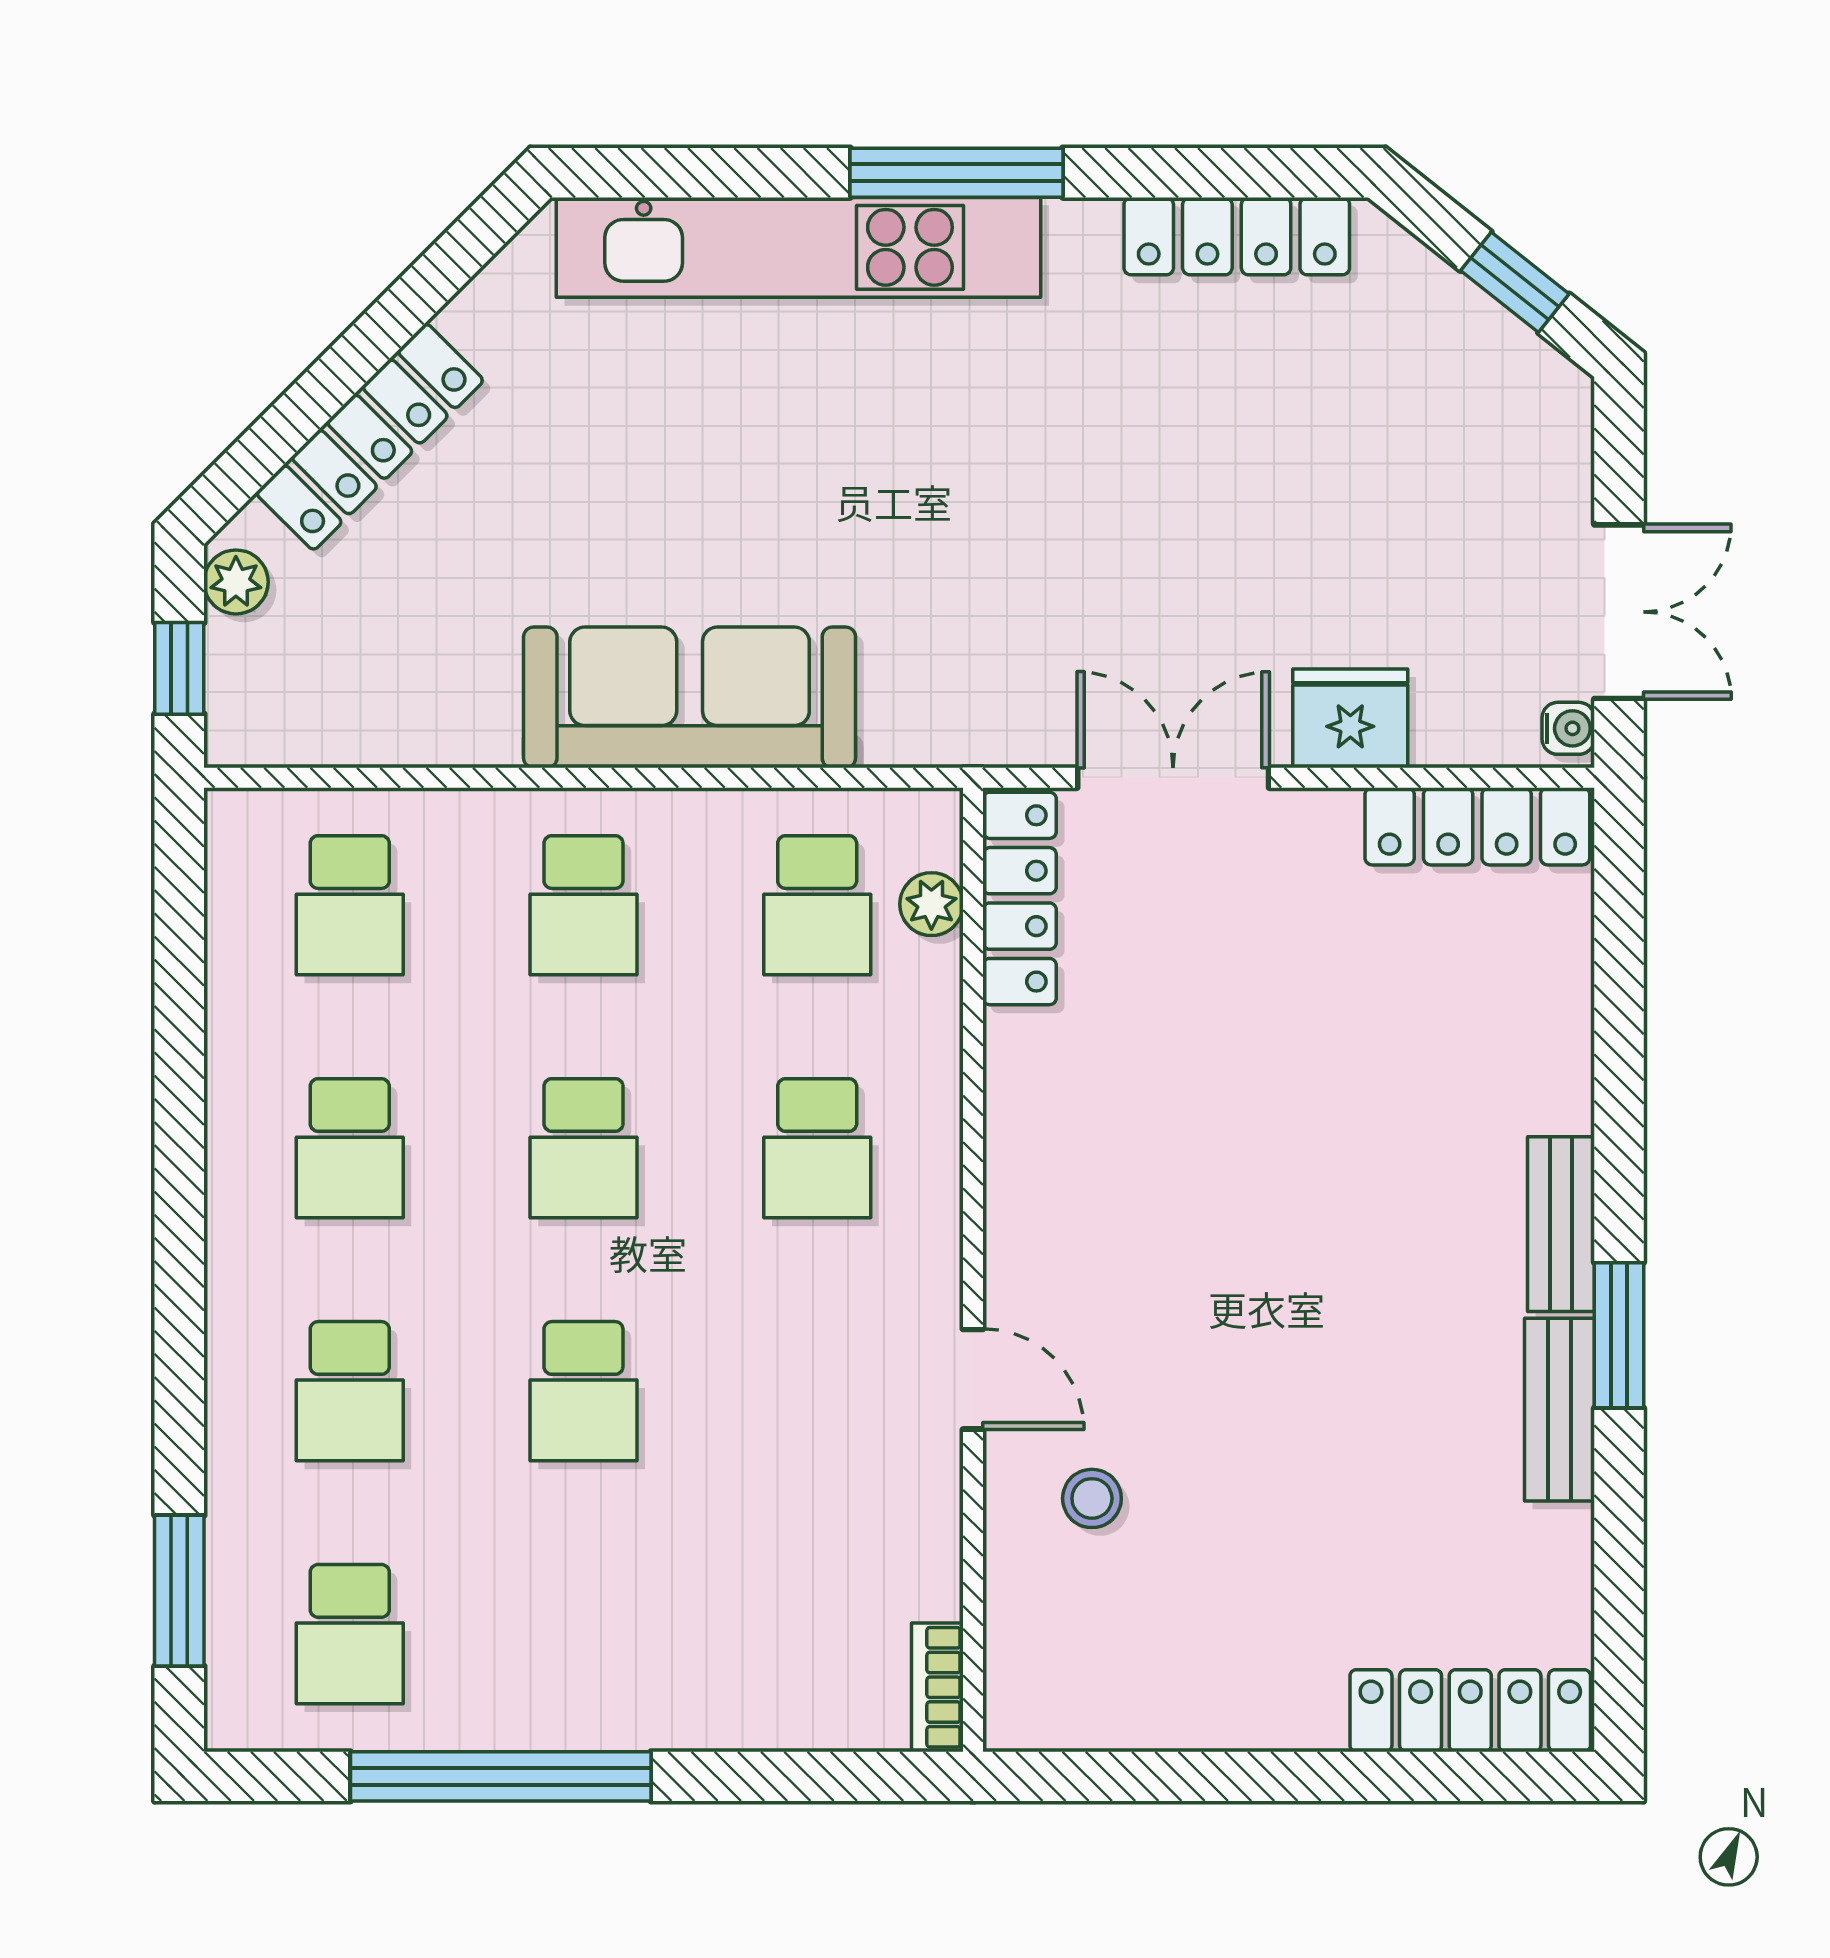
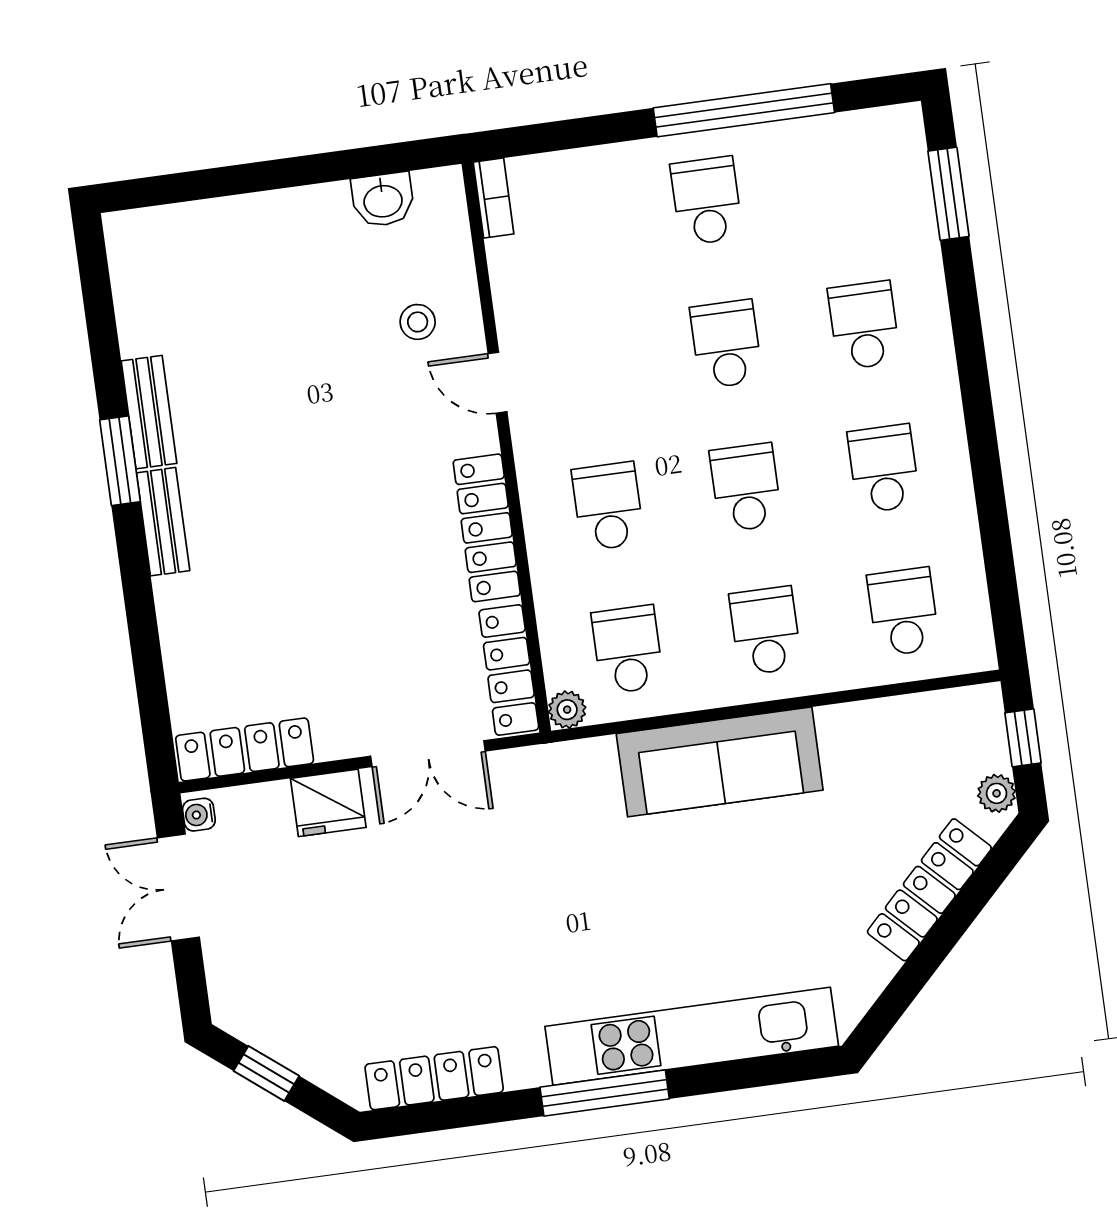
plant: (931, 904) -> (567, 710), moved
school desk: (350, 1634) -> (707, 201), moved
washbasin: (1122, 1710) -> (383, 200), added
locker: (1470, 1711) -> (487, 528), moved, turned 90

